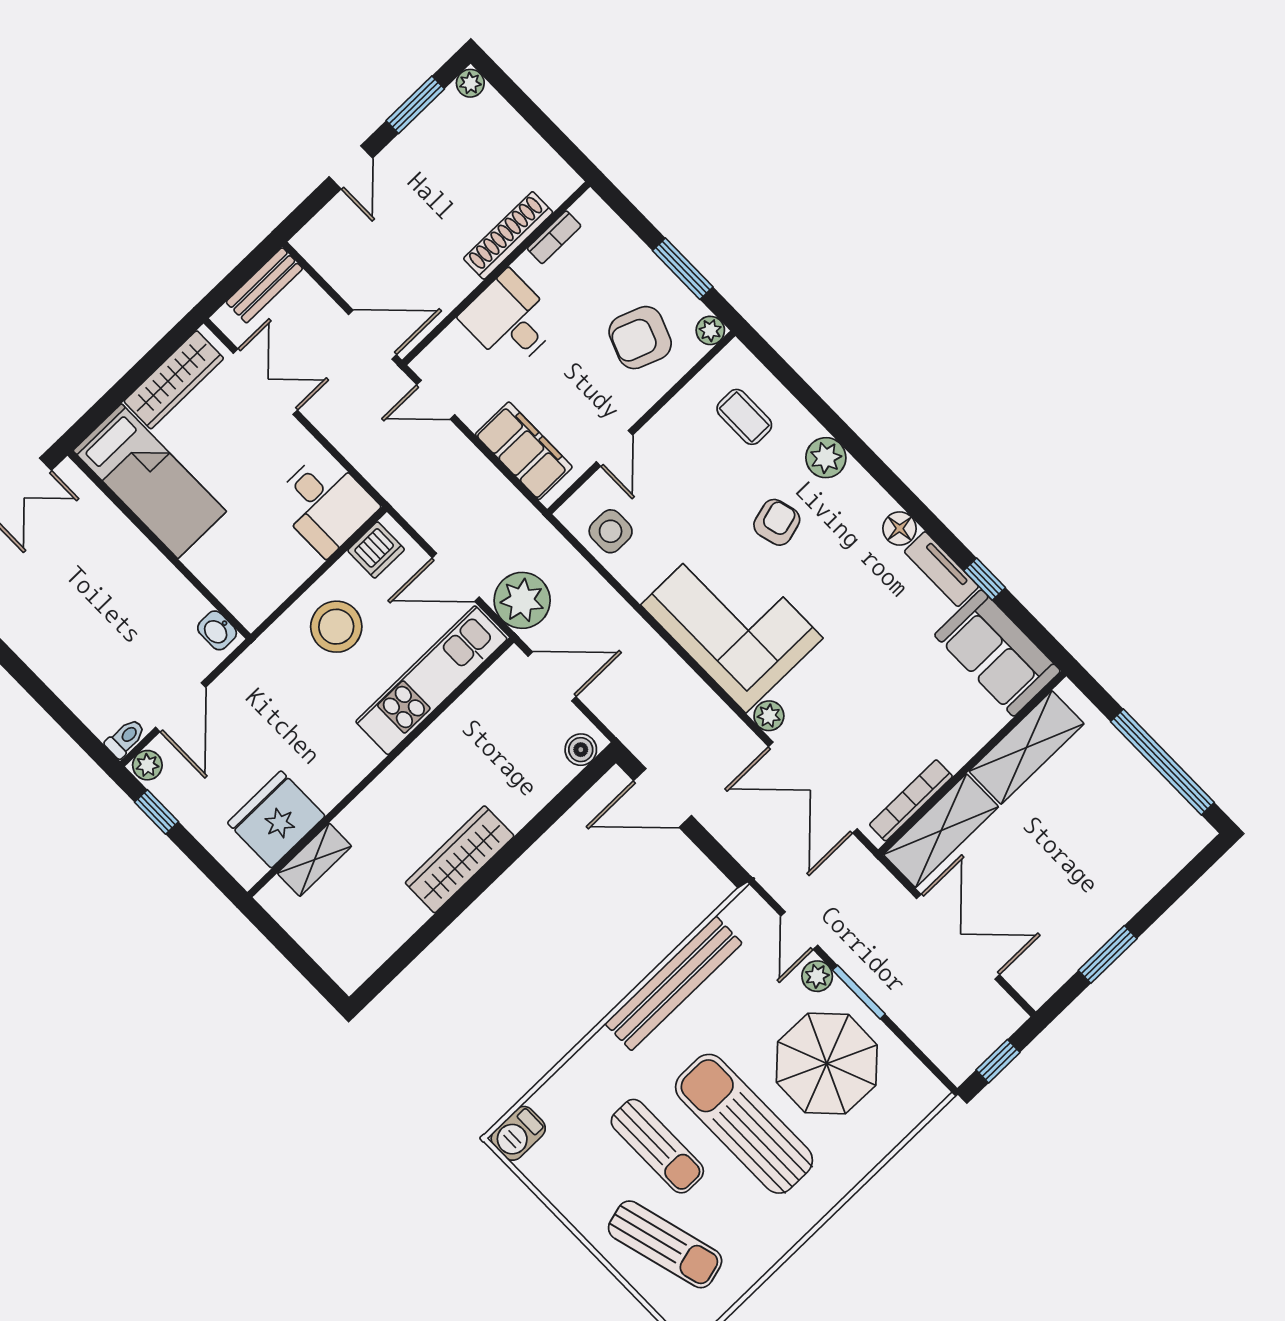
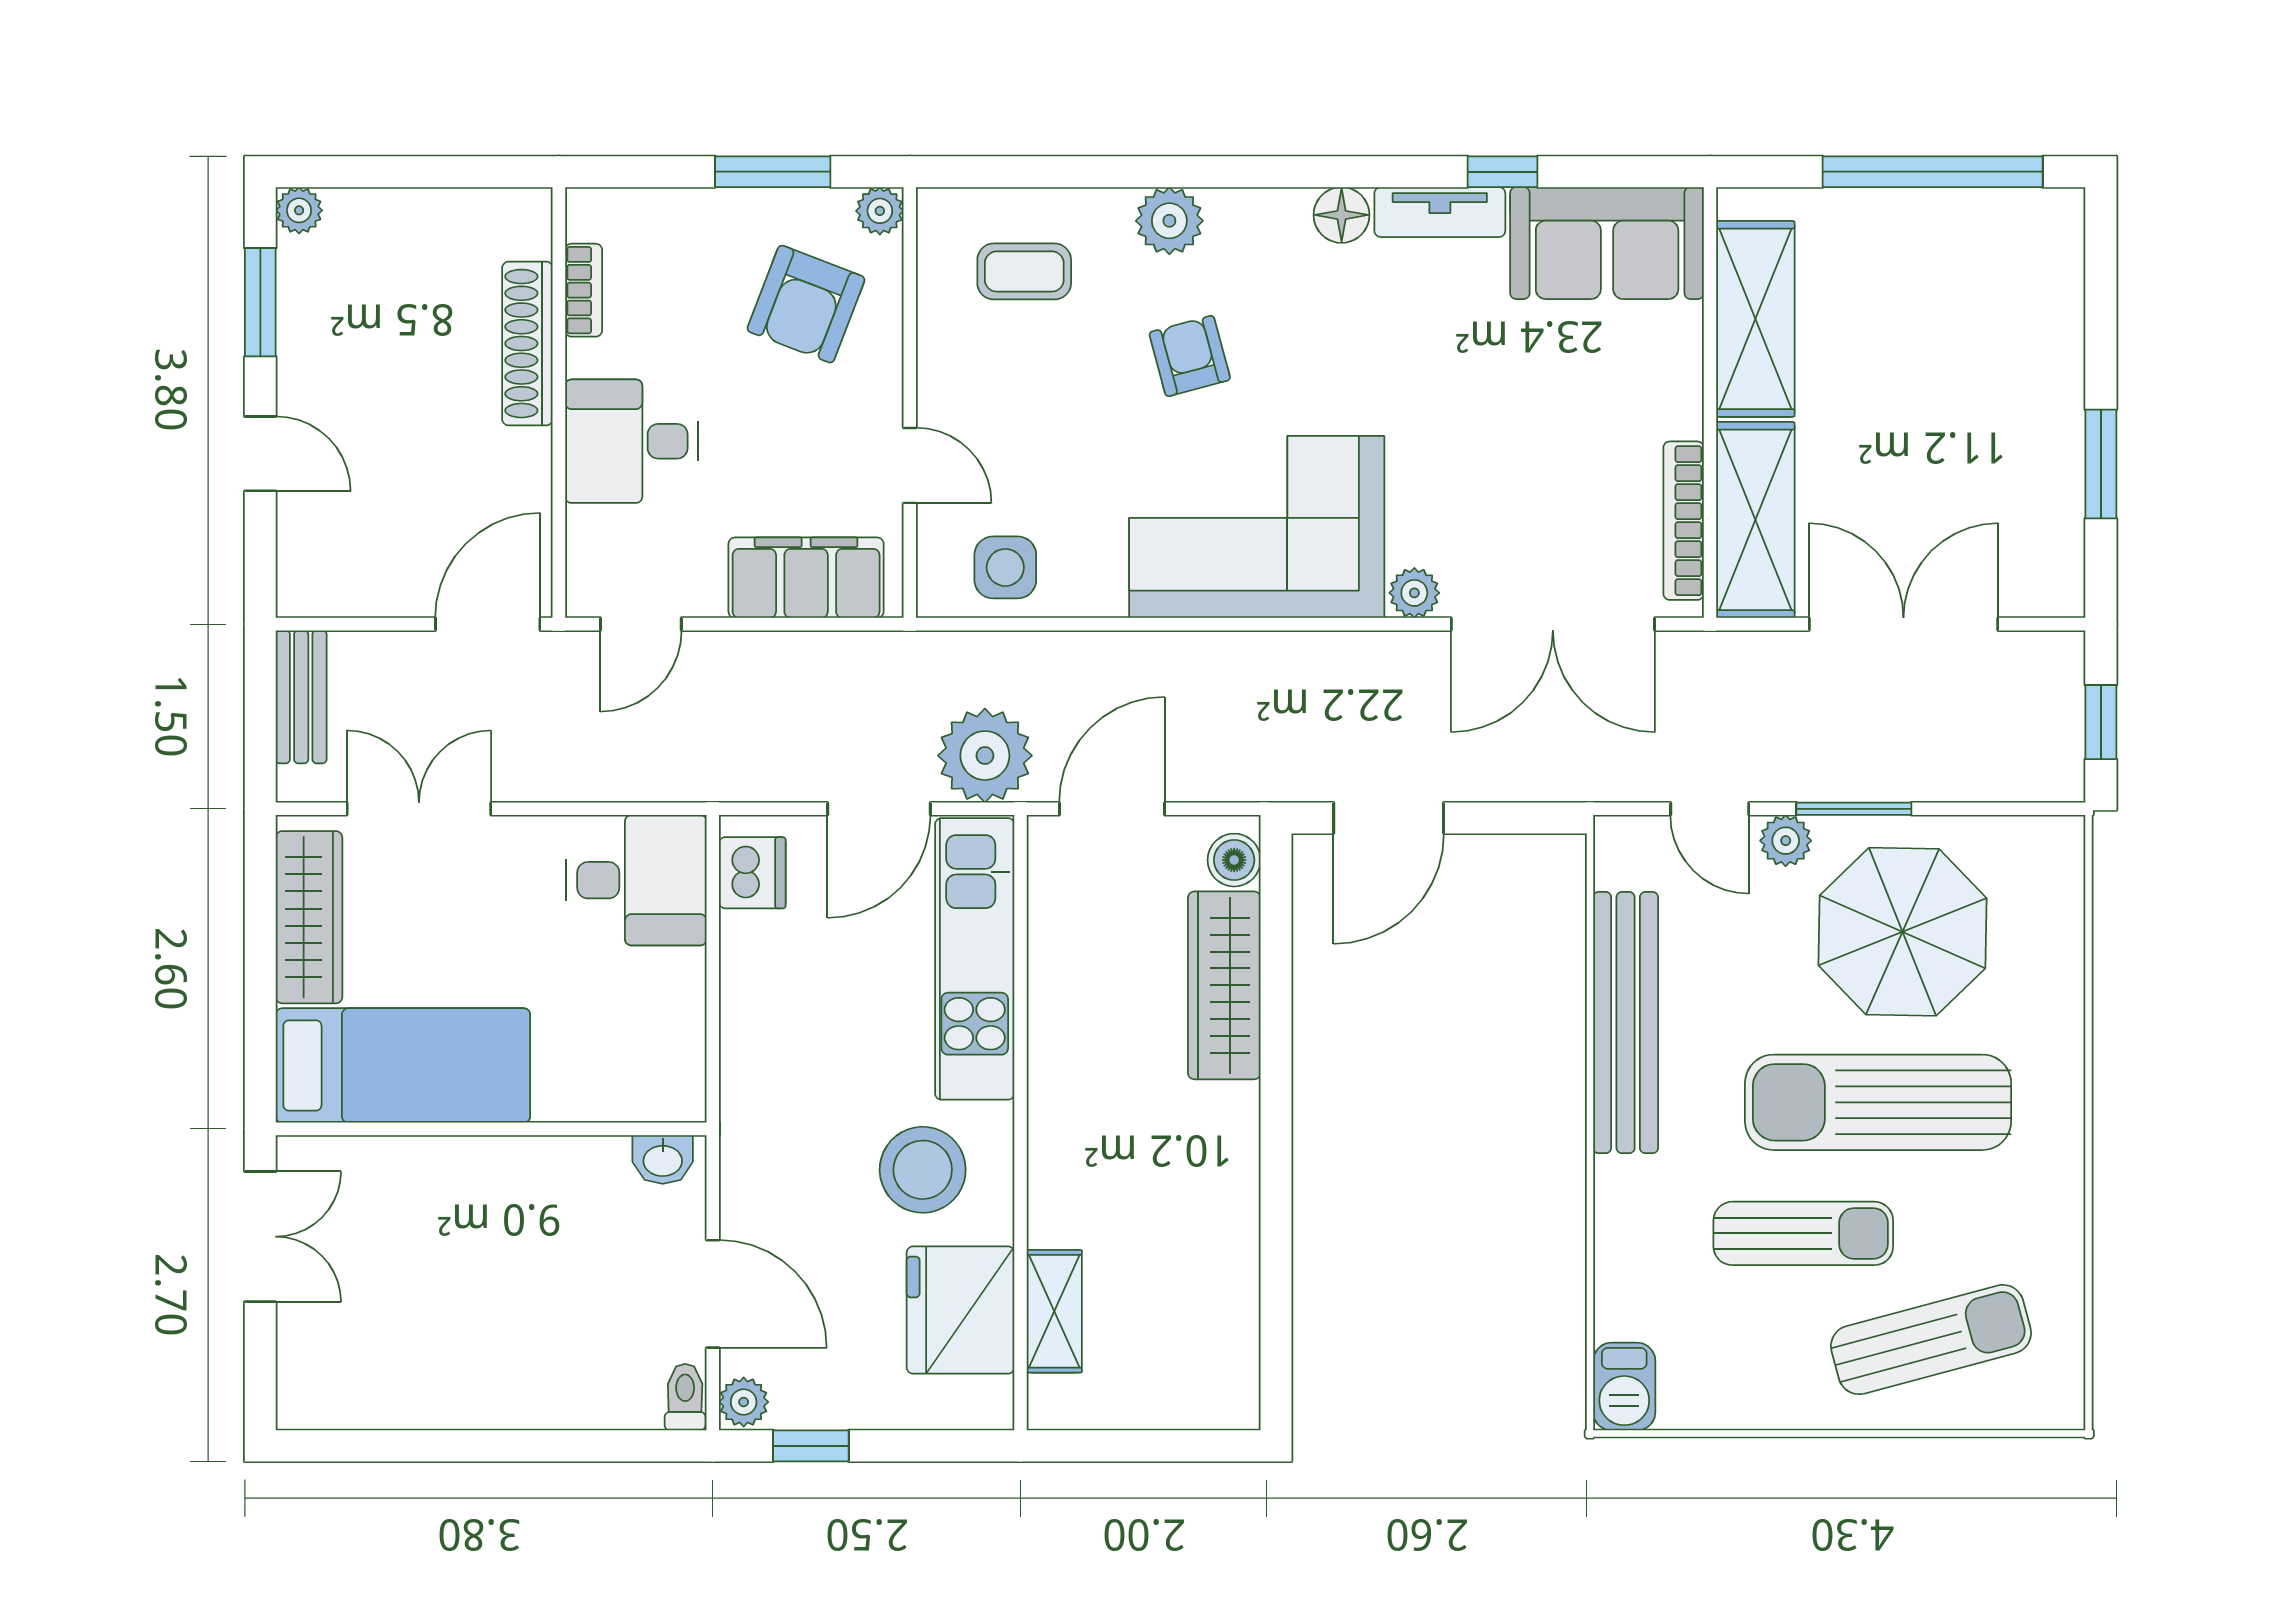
stool: (336, 627) -> (923, 1170), moved
wardrobe: (460, 859) -> (1224, 985), moved

